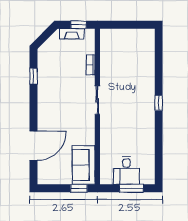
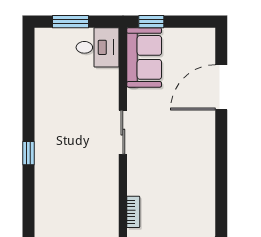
window: (33, 76) -> (221, 195), removed
sliding door: (97, 100) -> (123, 132), moved
desk: (126, 171) -> (98, 47), moved, turned 90

